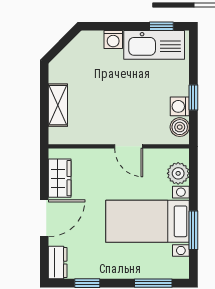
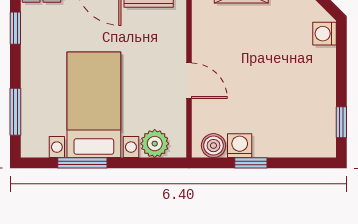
washing machine: (113, 40) -> (324, 34), moved
kitchen sink: (154, 45) -> (318, 113), removed
door: (129, 146) -> (189, 81), swing flipped

